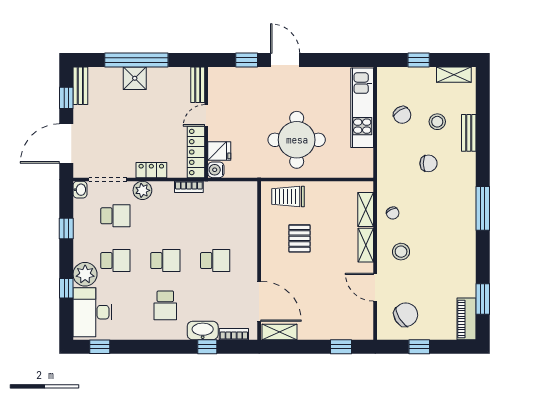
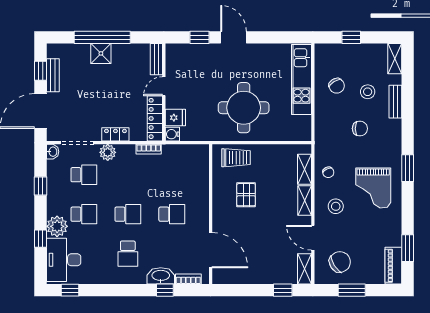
shelving: (454, 75) -> (395, 59), moved, turned 90
bench: (80, 86) -> (53, 75), moved
trolley: (288, 196) -> (236, 158), turned 180
window: (483, 208) -> (408, 168), width x0.69
grand piano: (444, 231) -> (373, 188), added
shelving: (280, 332) -> (304, 269), moved, turned 90
window: (419, 347) -> (352, 290), width x1.50

